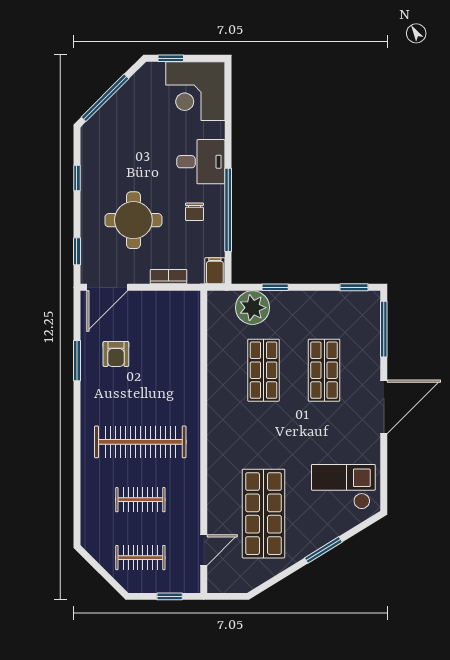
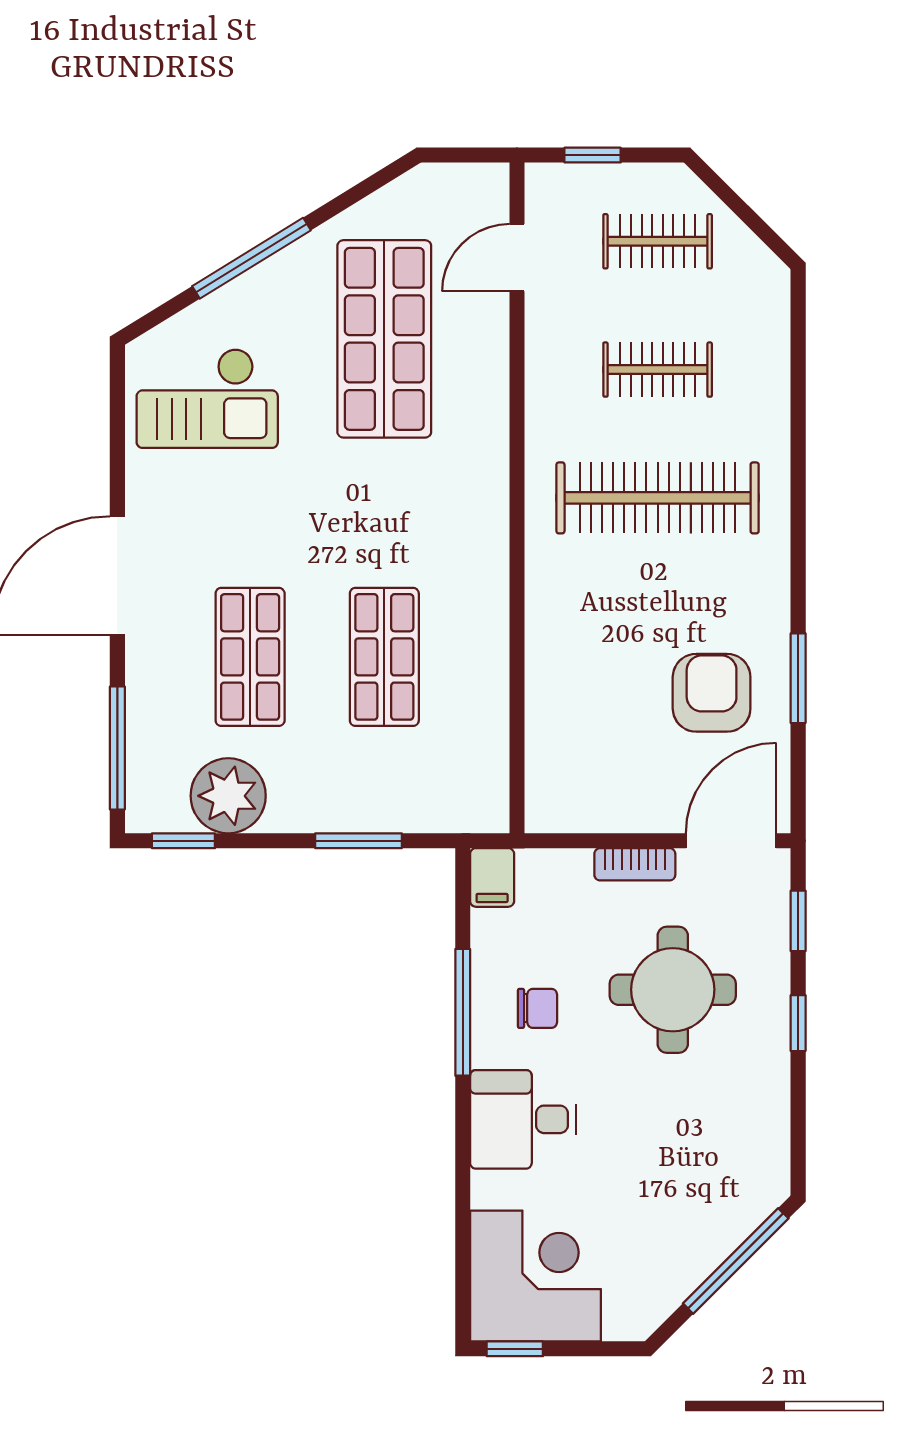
window: (171, 58) -> (515, 1349), moved
window: (77, 178) -> (798, 1023), moved
window: (228, 210) -> (463, 1012), width x0.68
chair: (194, 212) -> (537, 1008), turned 90
bookcase: (168, 277) -> (635, 864), moved
window: (275, 287) -> (359, 841), width x1.50
plant: (252, 308) -> (228, 796), moved
armchair: (116, 354) -> (712, 693), width x1.38, depth x1.38
window: (323, 550) -> (251, 258), width x1.44

